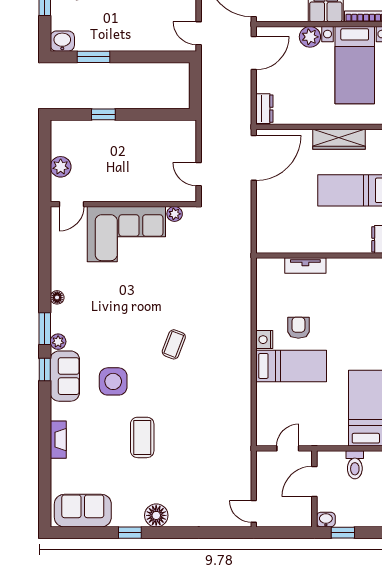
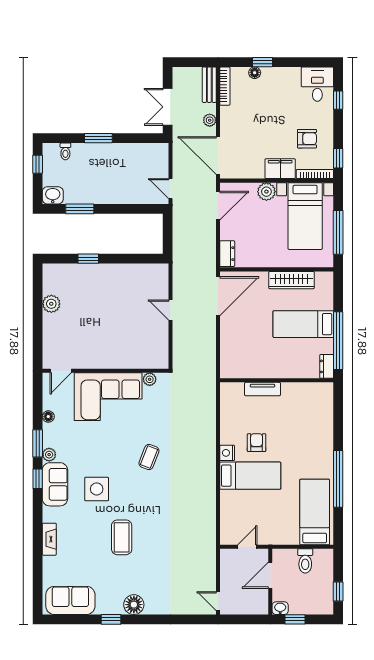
door: (72, 204) -> (61, 371), moved
wall: (123, 204) -> (105, 371), moved
plant: (175, 214) -> (150, 379), moved
corner sofa: (126, 234) -> (108, 397), moved

